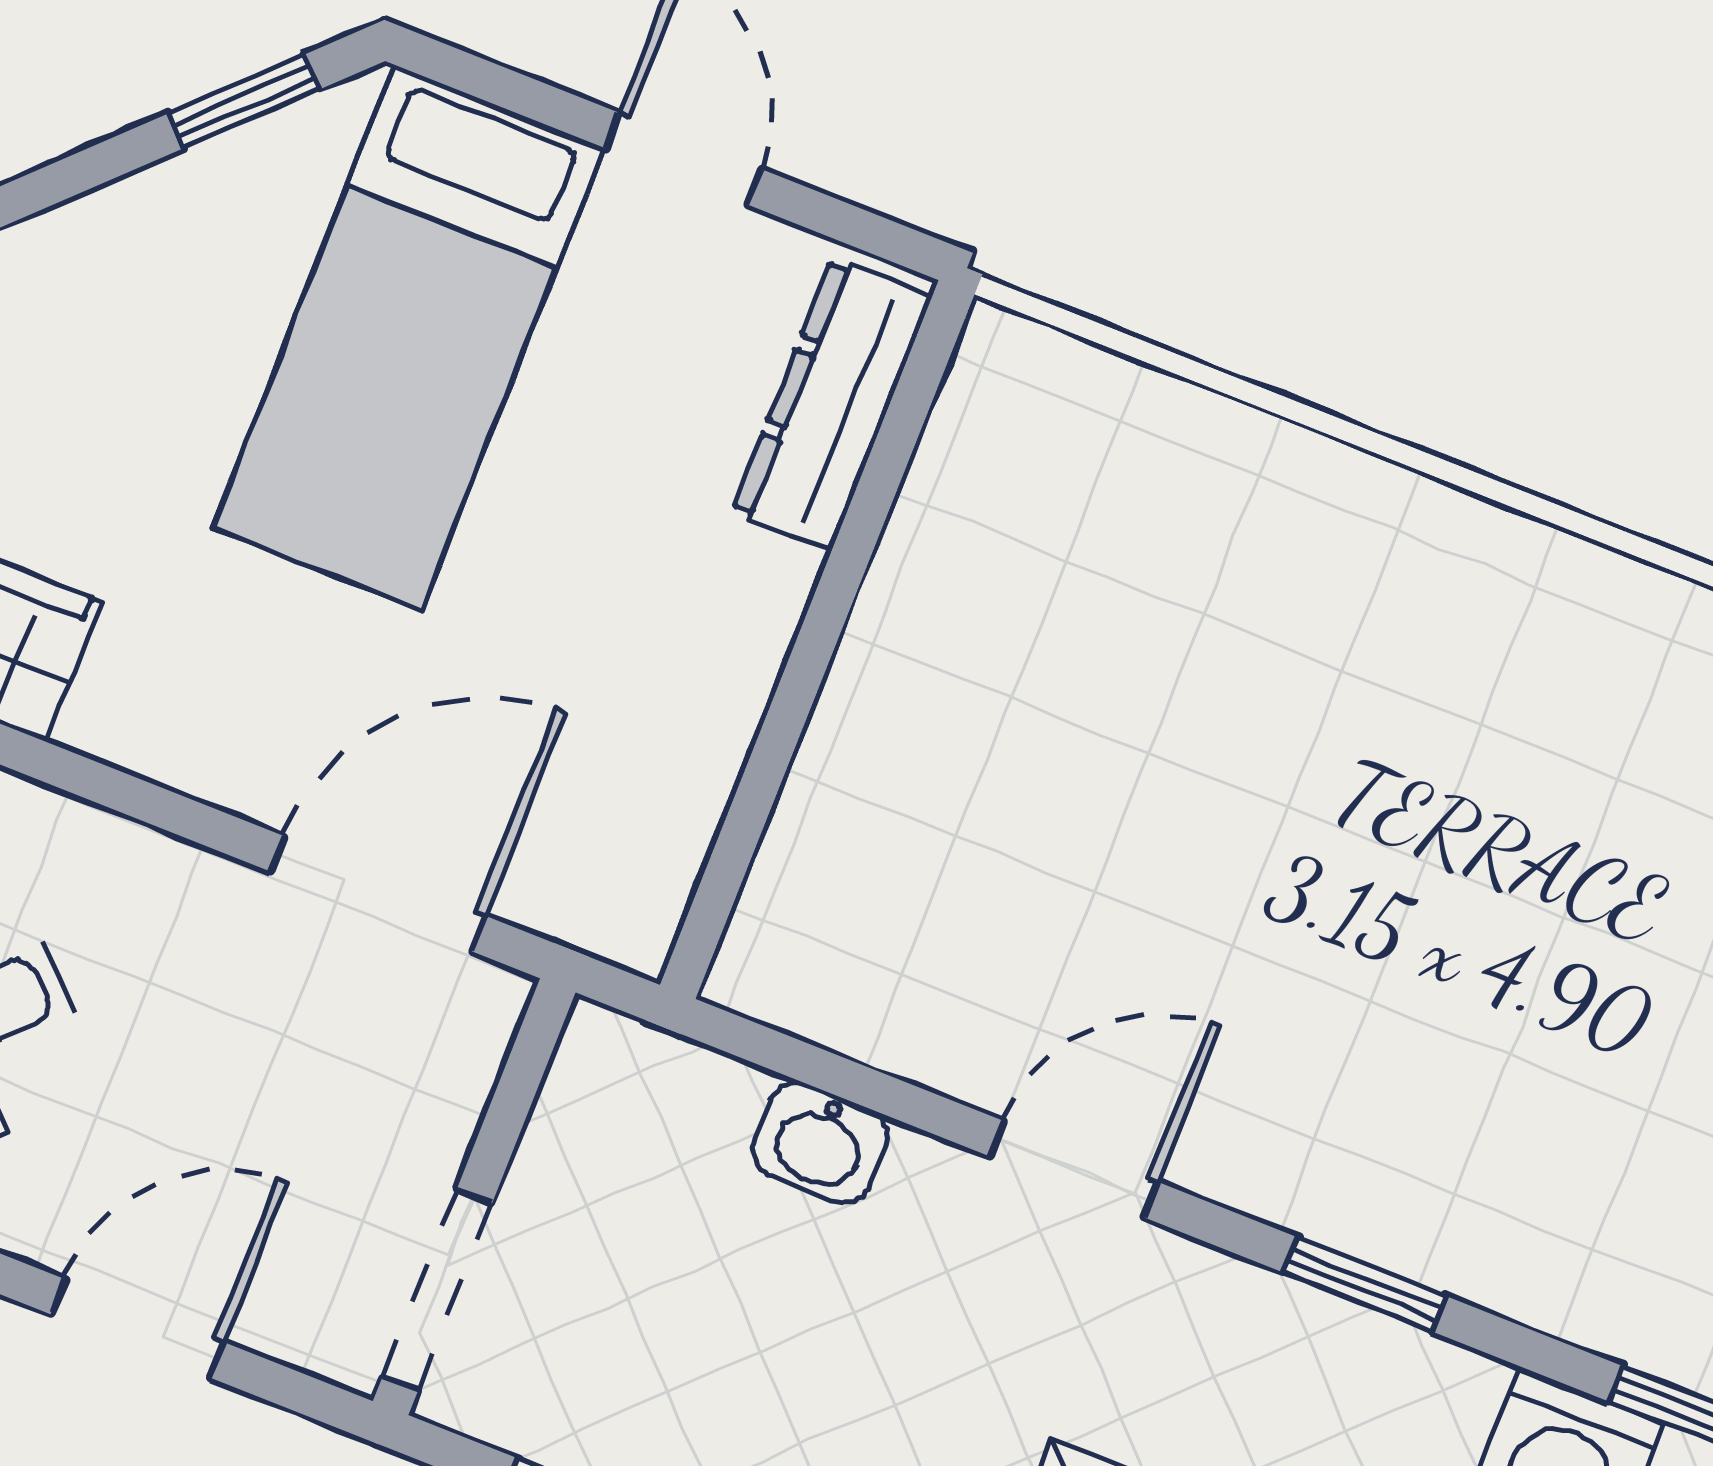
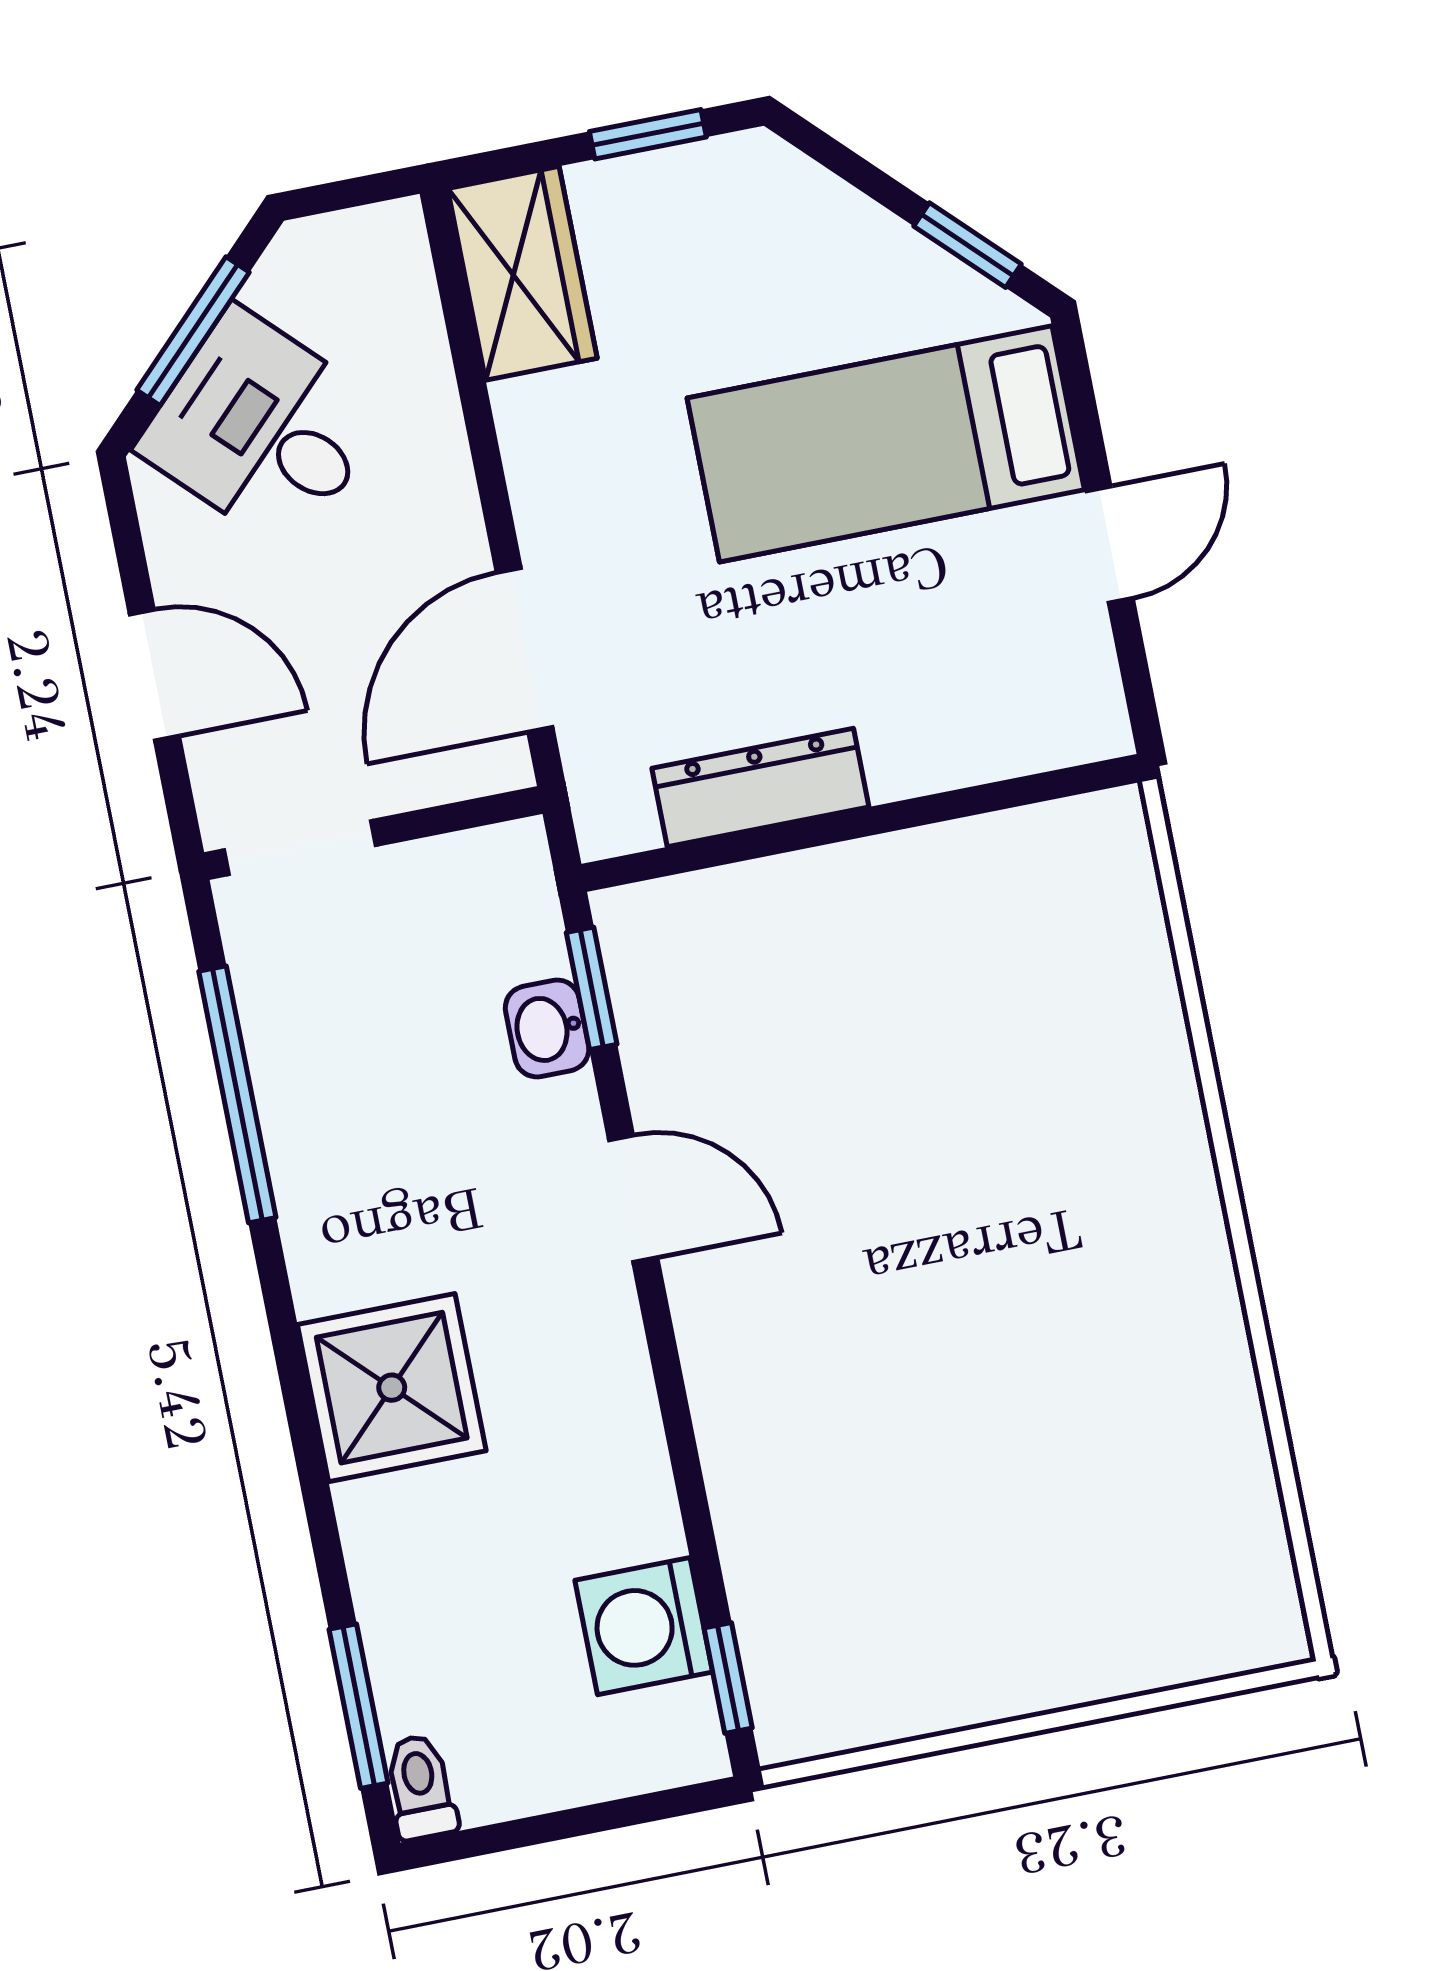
dresser: (832, 405) -> (760, 788), moved
door: (378, 894) -> (525, 650), swing flipped
window: (1365, 1285) -> (592, 988), moved

